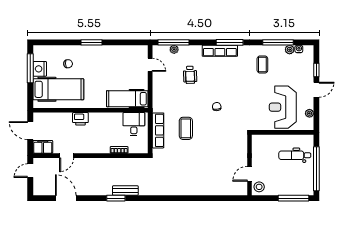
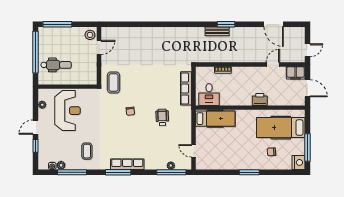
nightstand: (40, 69) -> (298, 162), moved
wheelchair: (190, 75) -> (162, 117), moved
coffee table: (186, 128) -> (113, 82), moved

